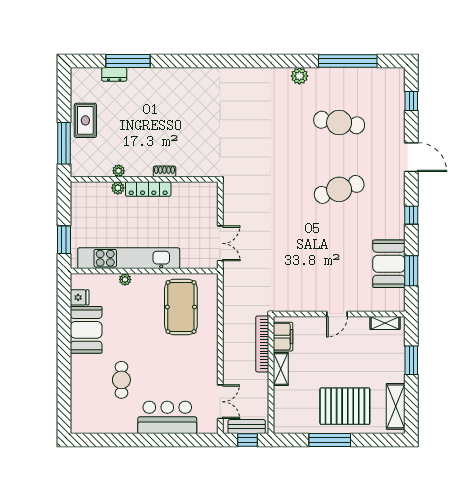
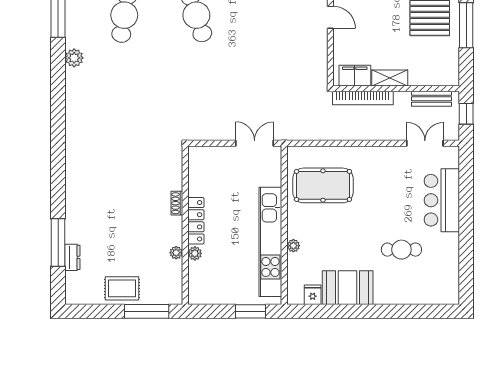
bench: (247, 427) -> (431, 99), moved, turned 90

